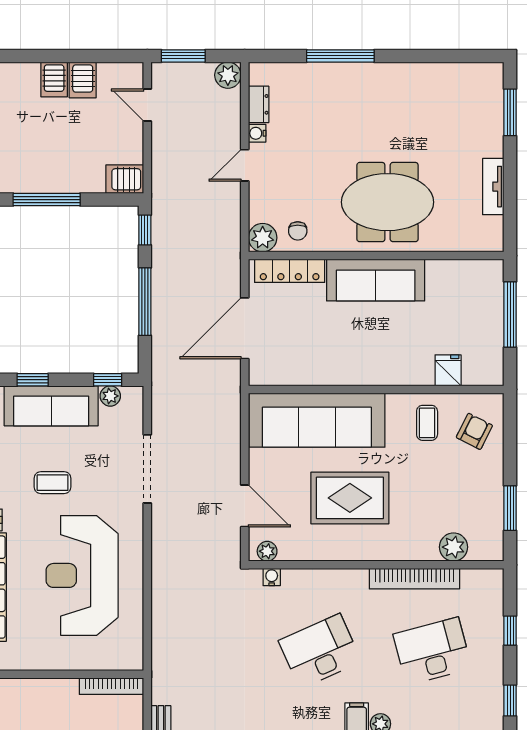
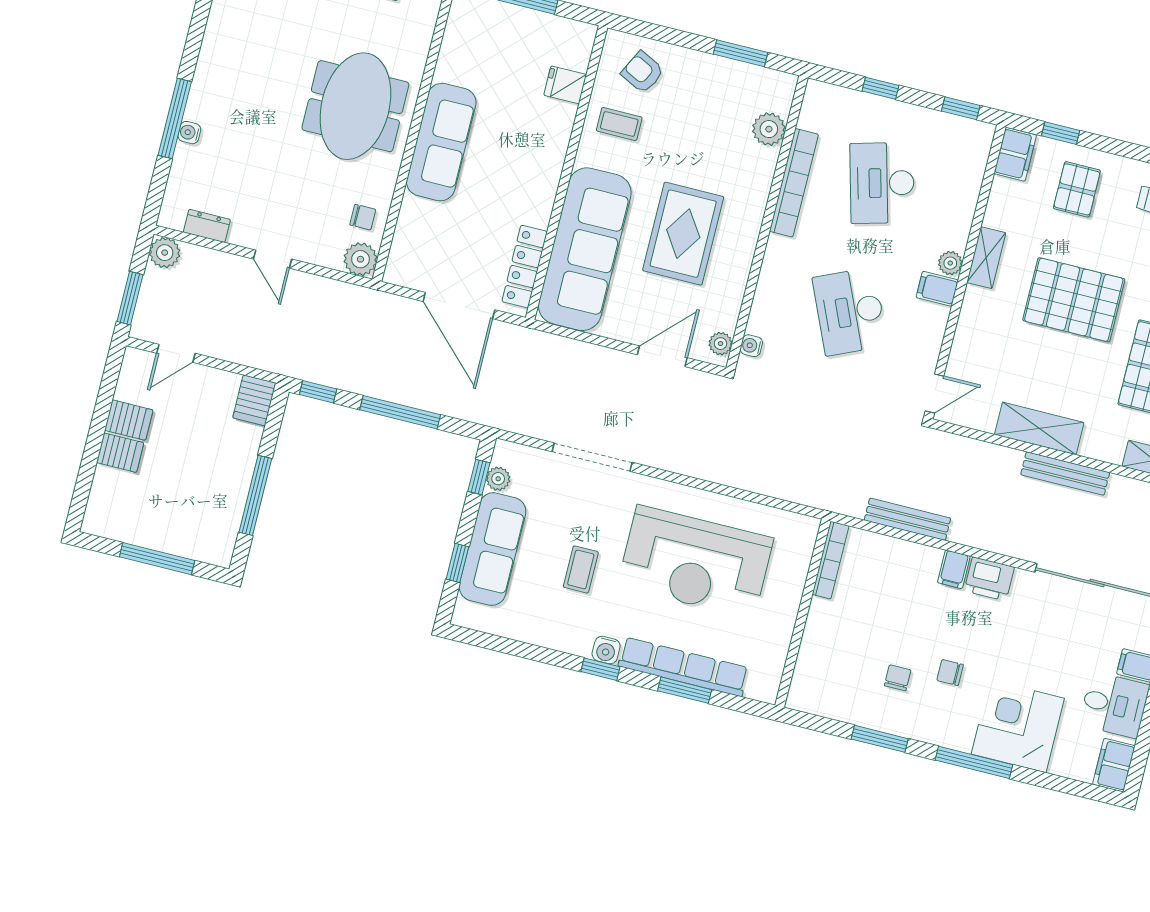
water cooler: (257, 133) -> (189, 133), moved, turned 90
locker: (290, 271) -> (525, 267), moved, turned 180

